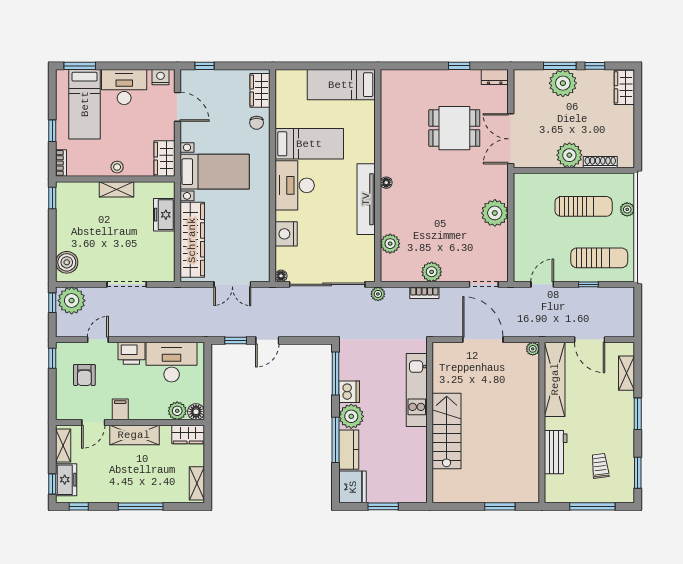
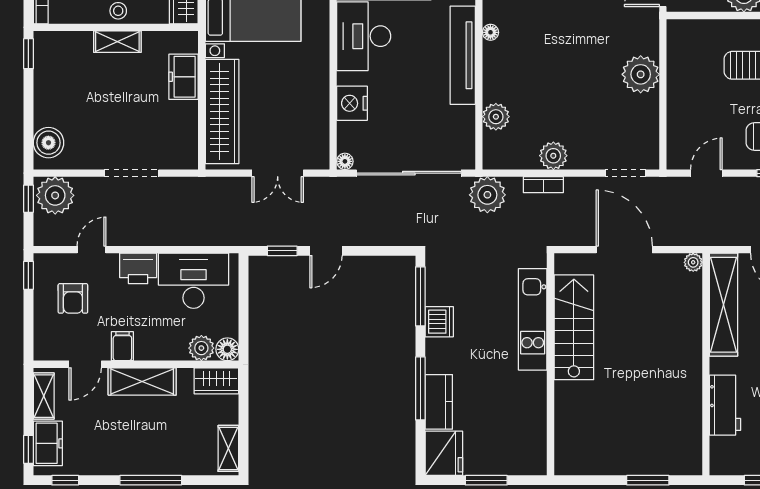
plant: (378, 294) -> (487, 195), width x1.88, depth x1.88
plant: (351, 416) -> (442, 356), removed
stairs: (447, 431) -> (574, 327), moved

